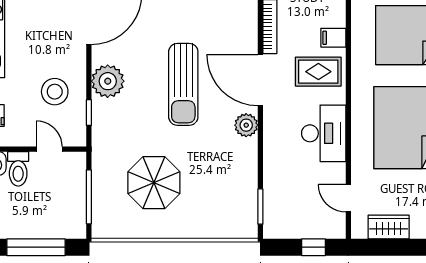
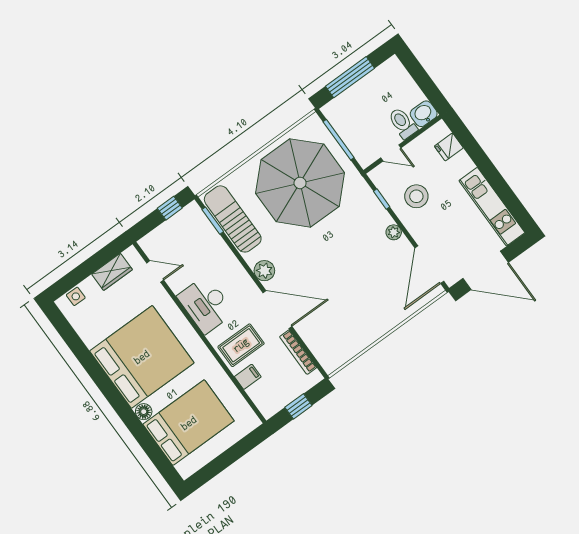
plant: (108, 81) -> (394, 232), width x0.53, depth x0.53
sun lounger: (183, 84) -> (233, 219), moved
parasol: (154, 183) -> (300, 183), width x1.86, depth x1.86
window: (314, 247) -> (170, 208), moved

